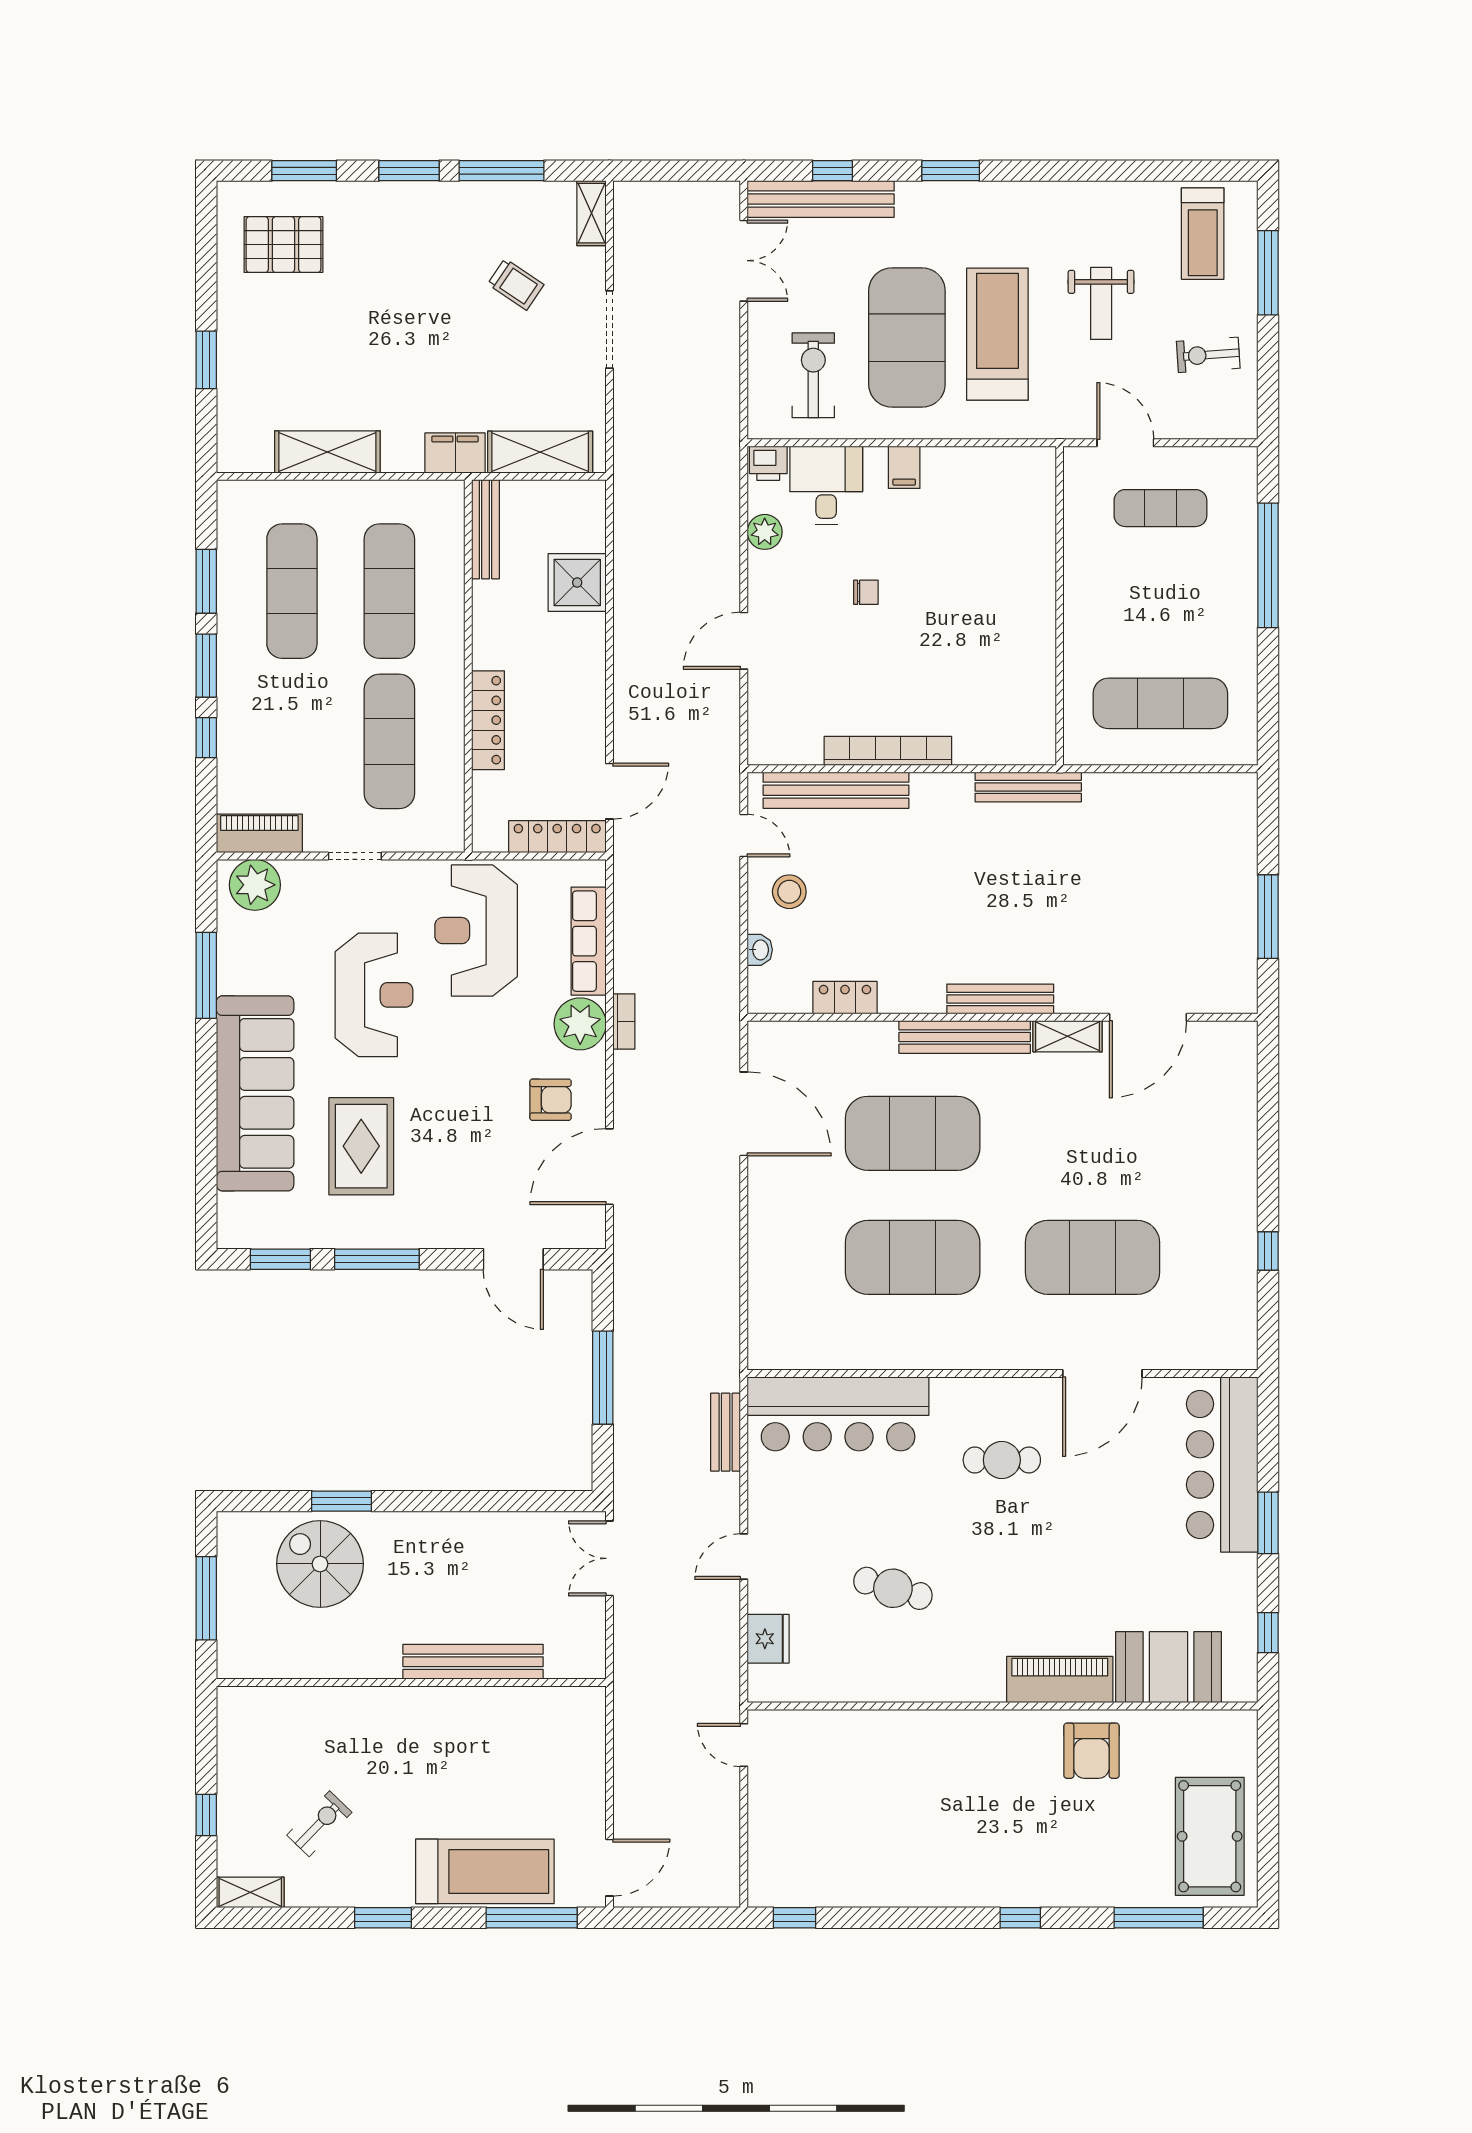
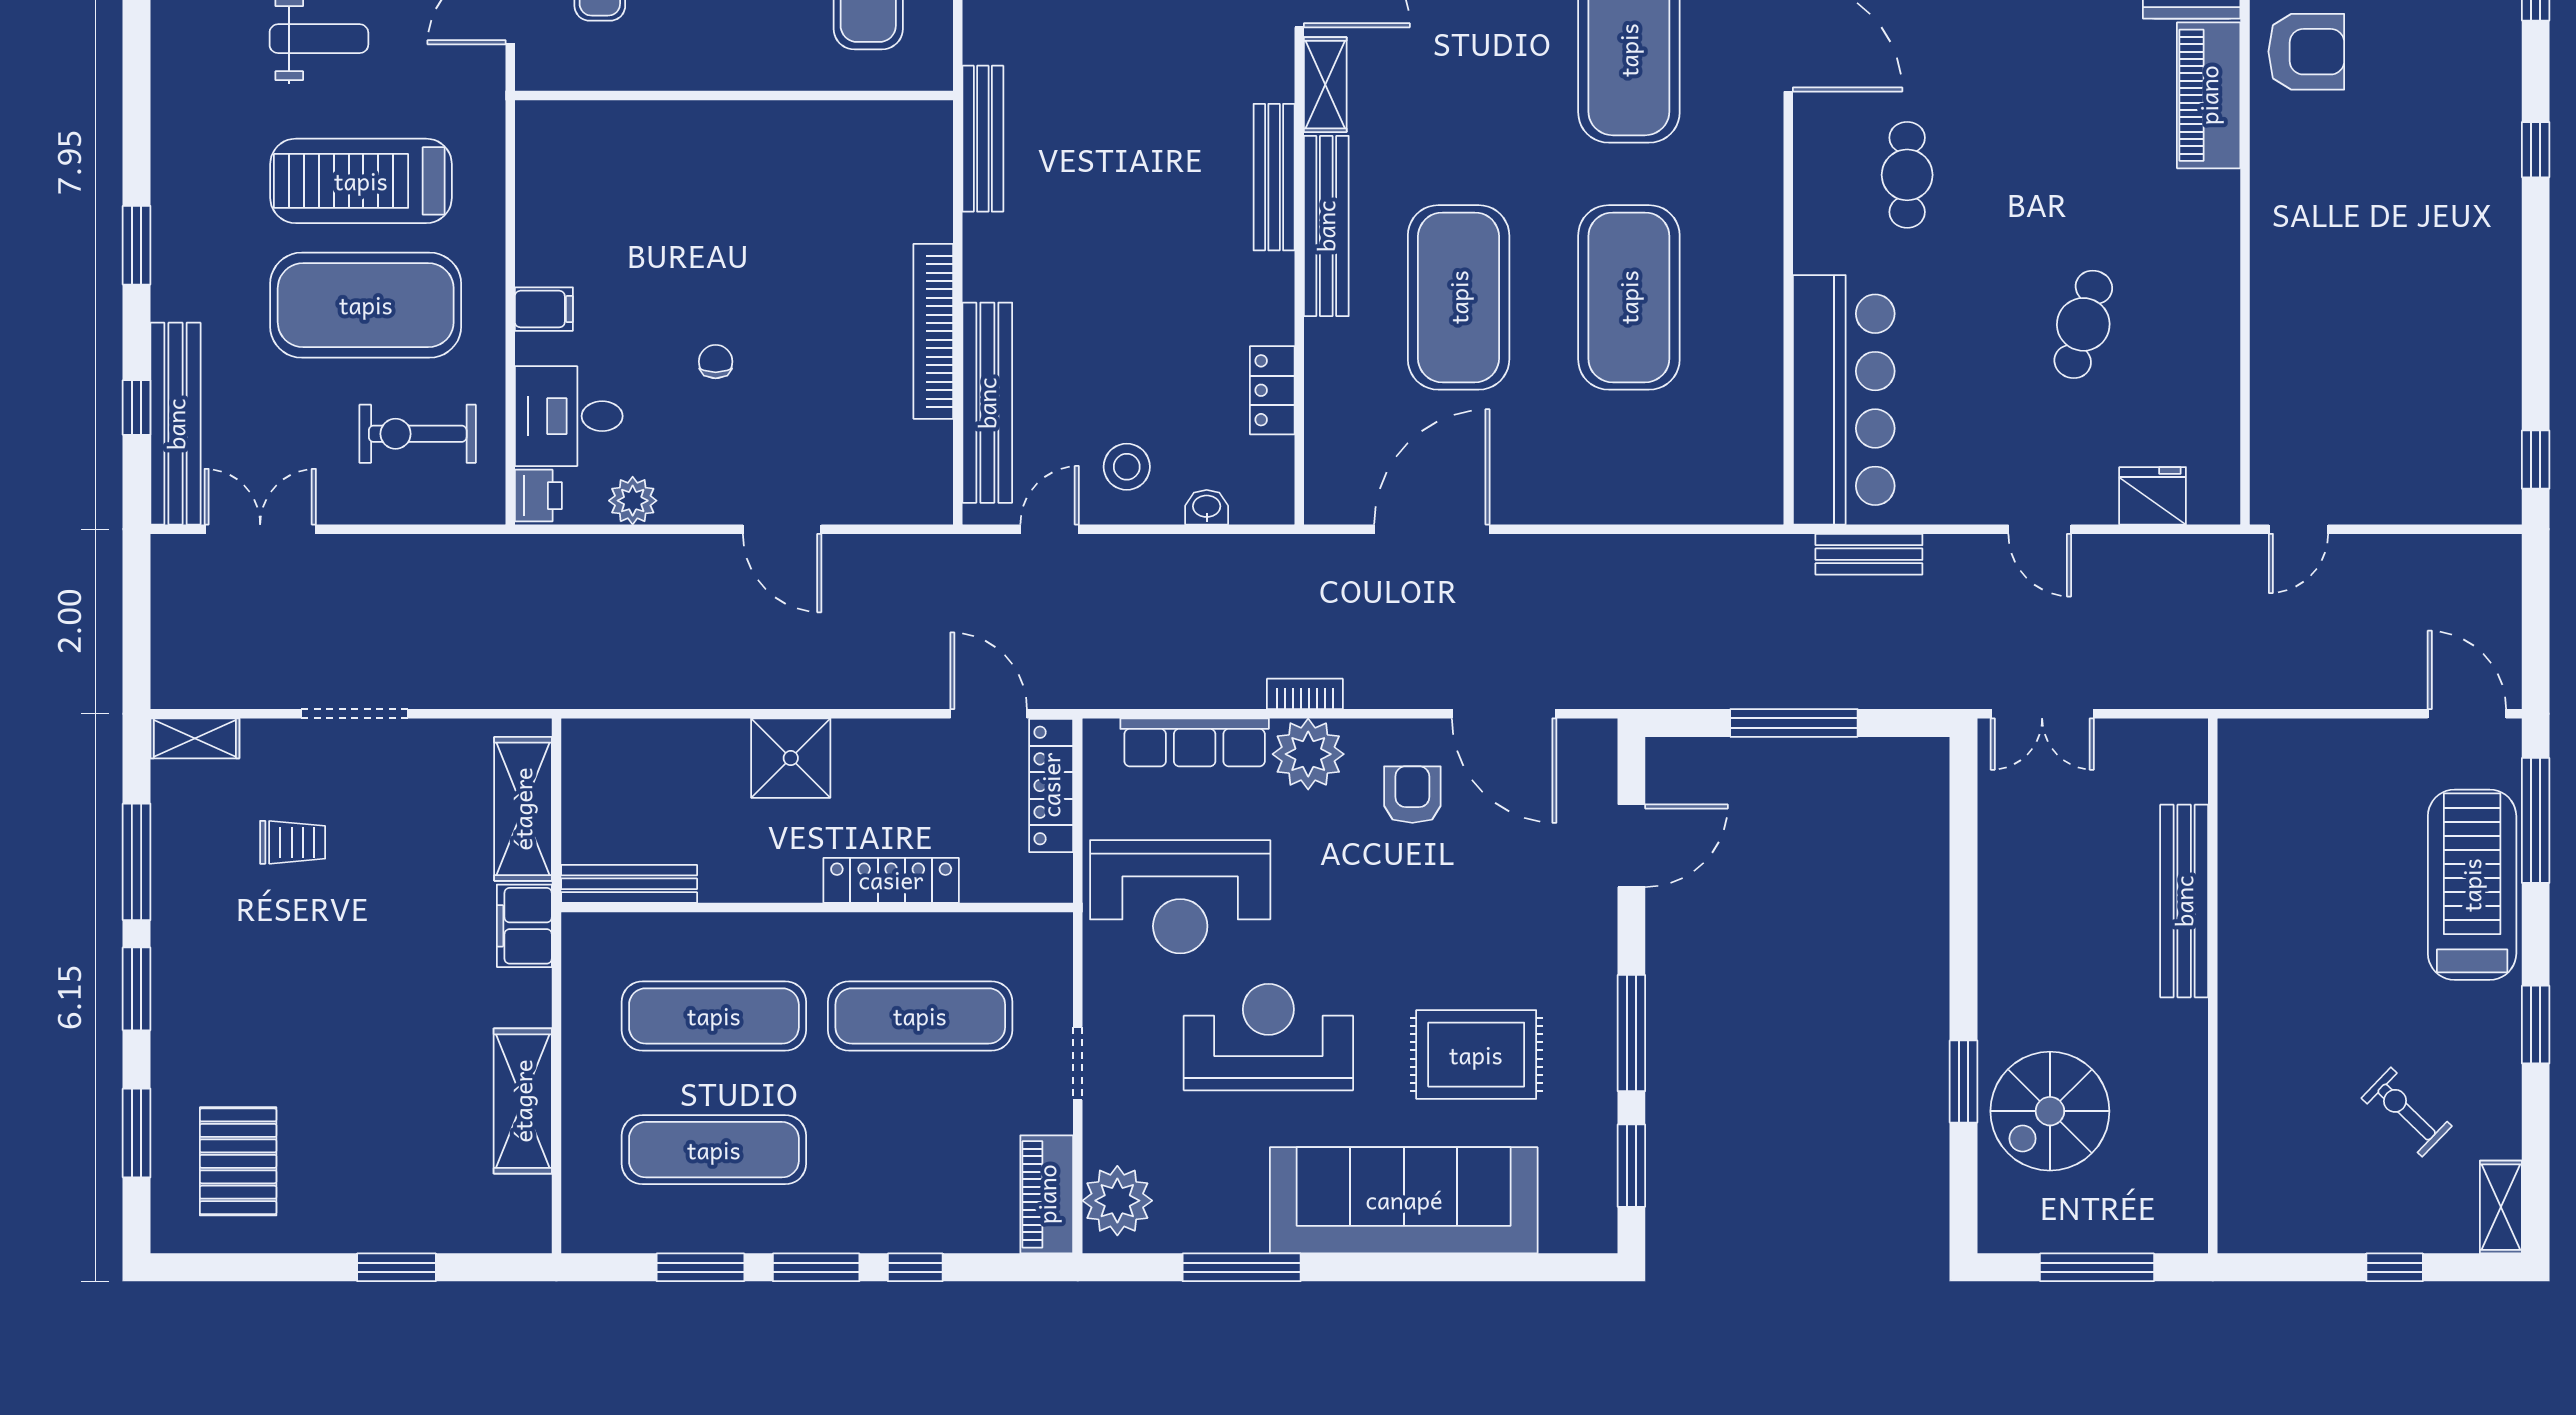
trolley: (516, 284) -> (293, 842), turned 56
shower: (577, 583) -> (791, 758), moved

